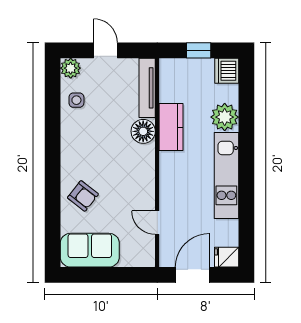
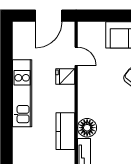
plant: (225, 117) -> (23, 139), removed
fridge: (227, 257) -> (65, 76), moved, turned 180

